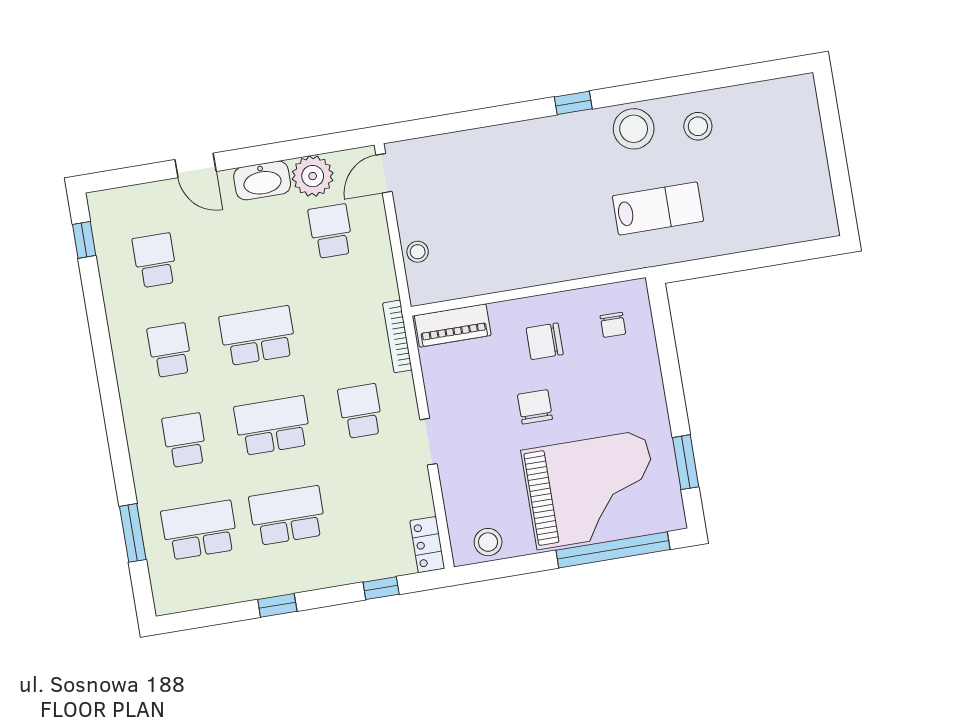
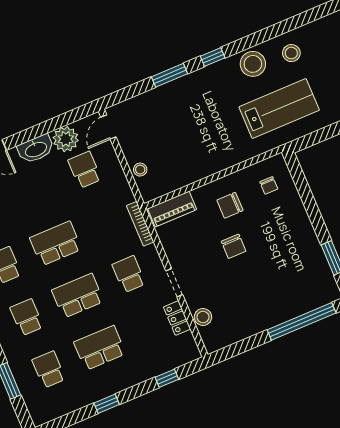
window: (499, 115) -> (170, 75), added
lab bench: (658, 208) -> (279, 109), width x1.36, depth x1.39
chair: (535, 407) -> (234, 246), turned 180
grand piano: (591, 490) -> (280, 288), removed
school desk: (200, 530) -> (49, 369), width x0.54
stool: (488, 542) -> (203, 317), moved
locker: (427, 545) -> (177, 318), moved

